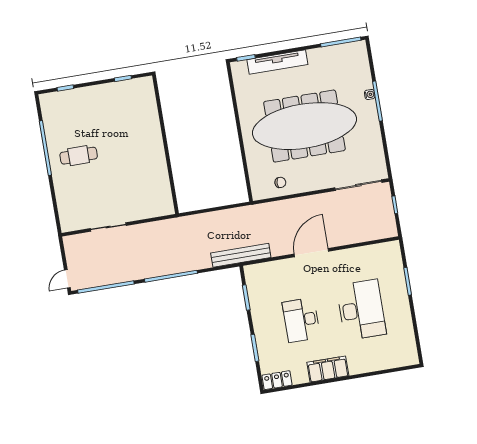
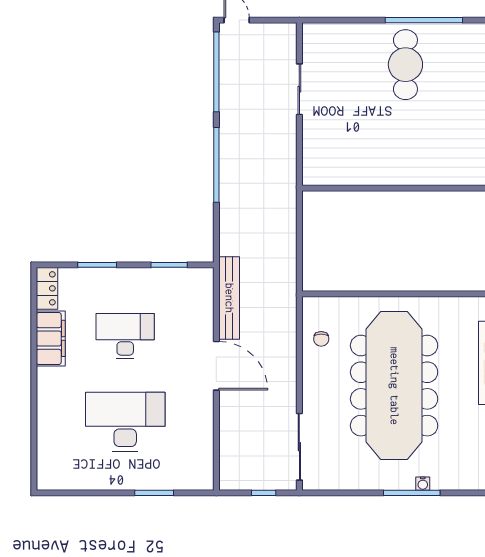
cafe table: (79, 156) -> (405, 65), width x1.37, depth x1.35
bench: (241, 255) -> (229, 298), moved
desk: (361, 310) -> (125, 422), turned 180
filing cabinet: (328, 369) -> (51, 338), moved

